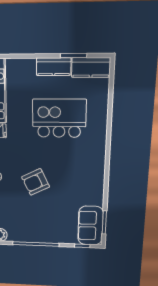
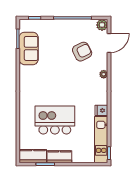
kitchen island: (59, 118) -> (55, 120), turned 180
armchair: (36, 182) -> (82, 52), moved
sofa: (90, 226) -> (29, 48), moved

